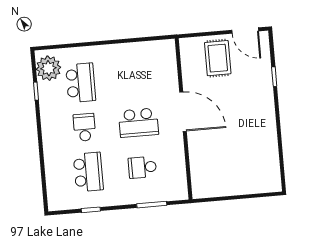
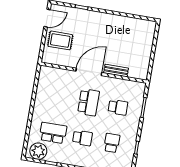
school desk: (84, 127) -> (82, 138), turned 180
bench: (195, 151) -> (116, 71), added
school desk: (142, 167) -> (118, 107), turned -90
school desk: (88, 172) -> (112, 143), width x0.54

